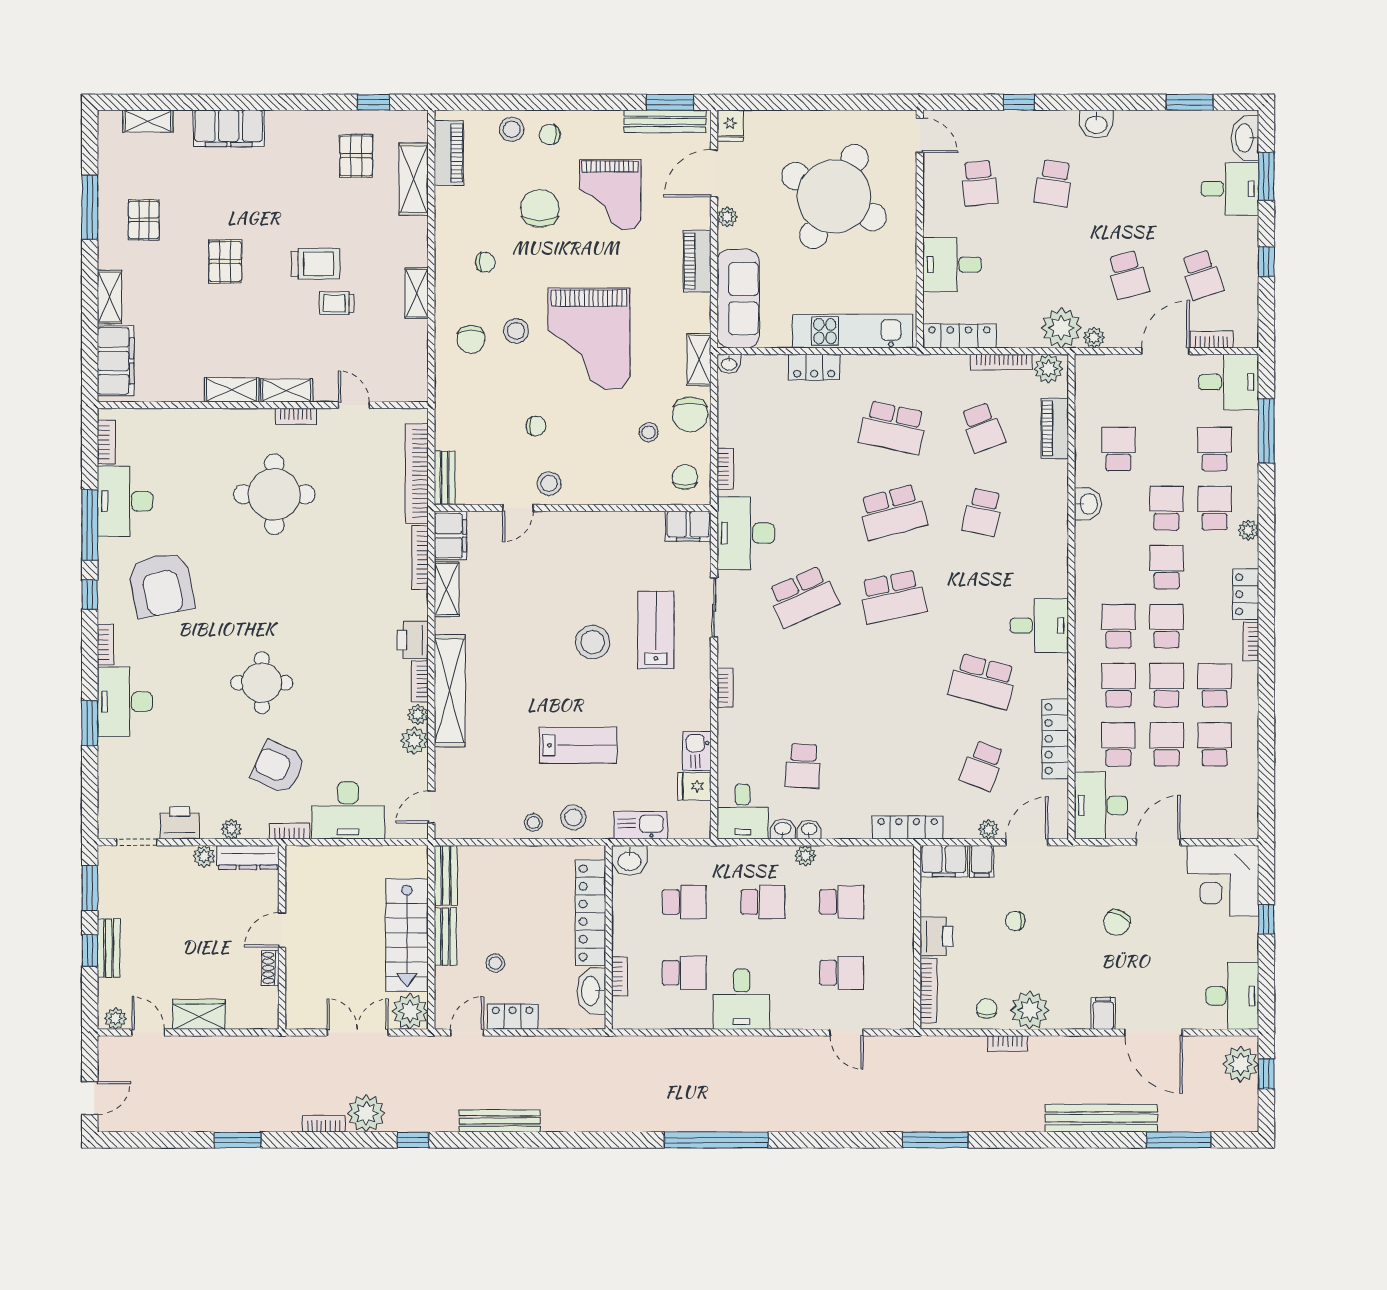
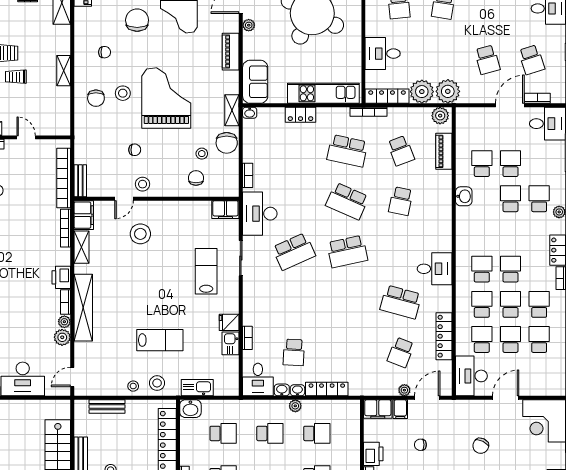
sofa: (738, 299) -> (255, 82), width x0.73
plant: (1094, 337) -> (422, 92), moved, width x1.88, depth x1.88
grand piano: (589, 339) -> (166, 98), turned 180
bookcase: (1001, 362) -> (368, 112), moved
school desk: (1215, 449) -> (510, 164), moved
chair: (685, 477) -> (196, 178), moved
school desk: (893, 512) -> (347, 201), turned 39
school desk: (1167, 567) -> (510, 234), removed
stool: (593, 642) -> (140, 234), moved
bookcase: (725, 688) -> (247, 338), moved
fridge: (694, 786) -> (229, 322), moved
locker: (908, 827) -> (327, 389), moved
bench: (446, 875) -> (107, 407), moved, turned 90

